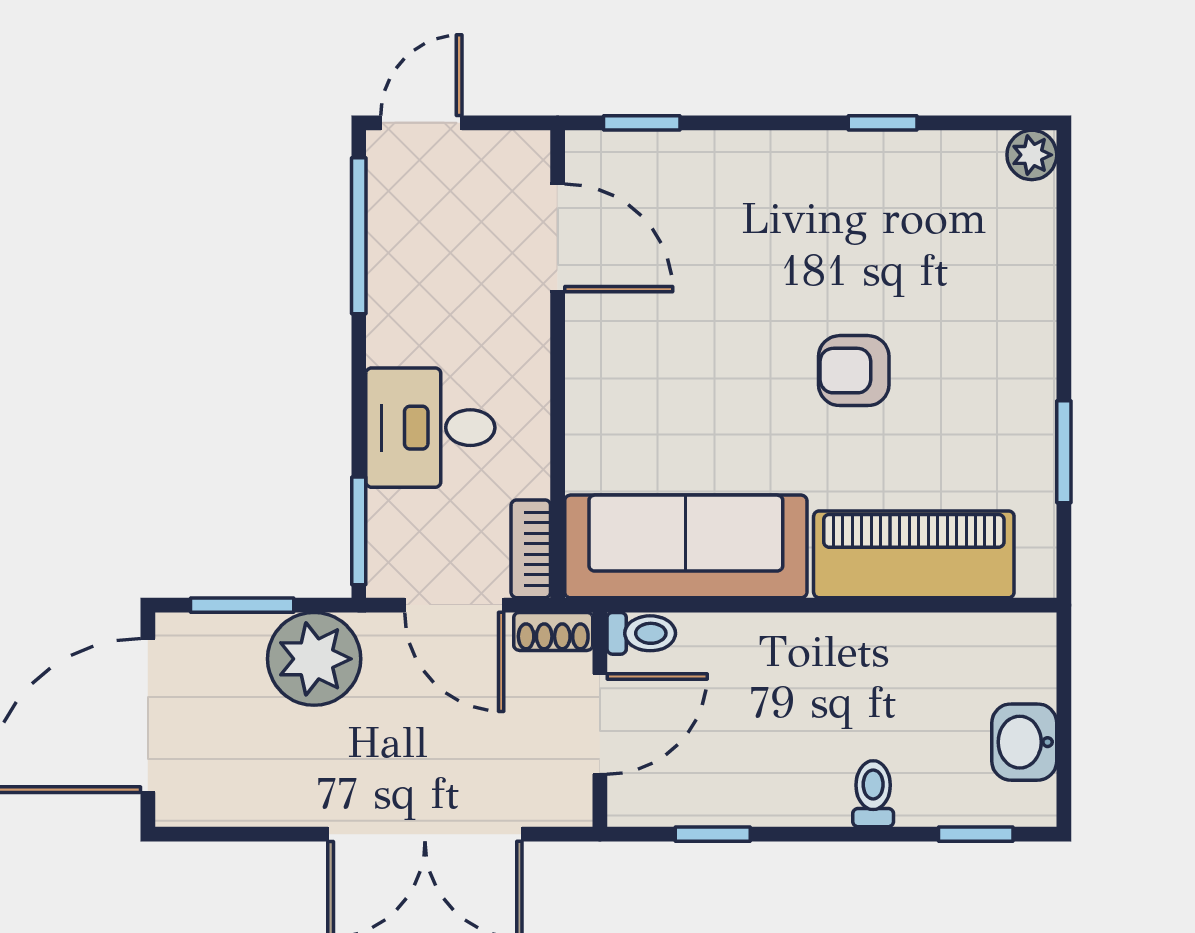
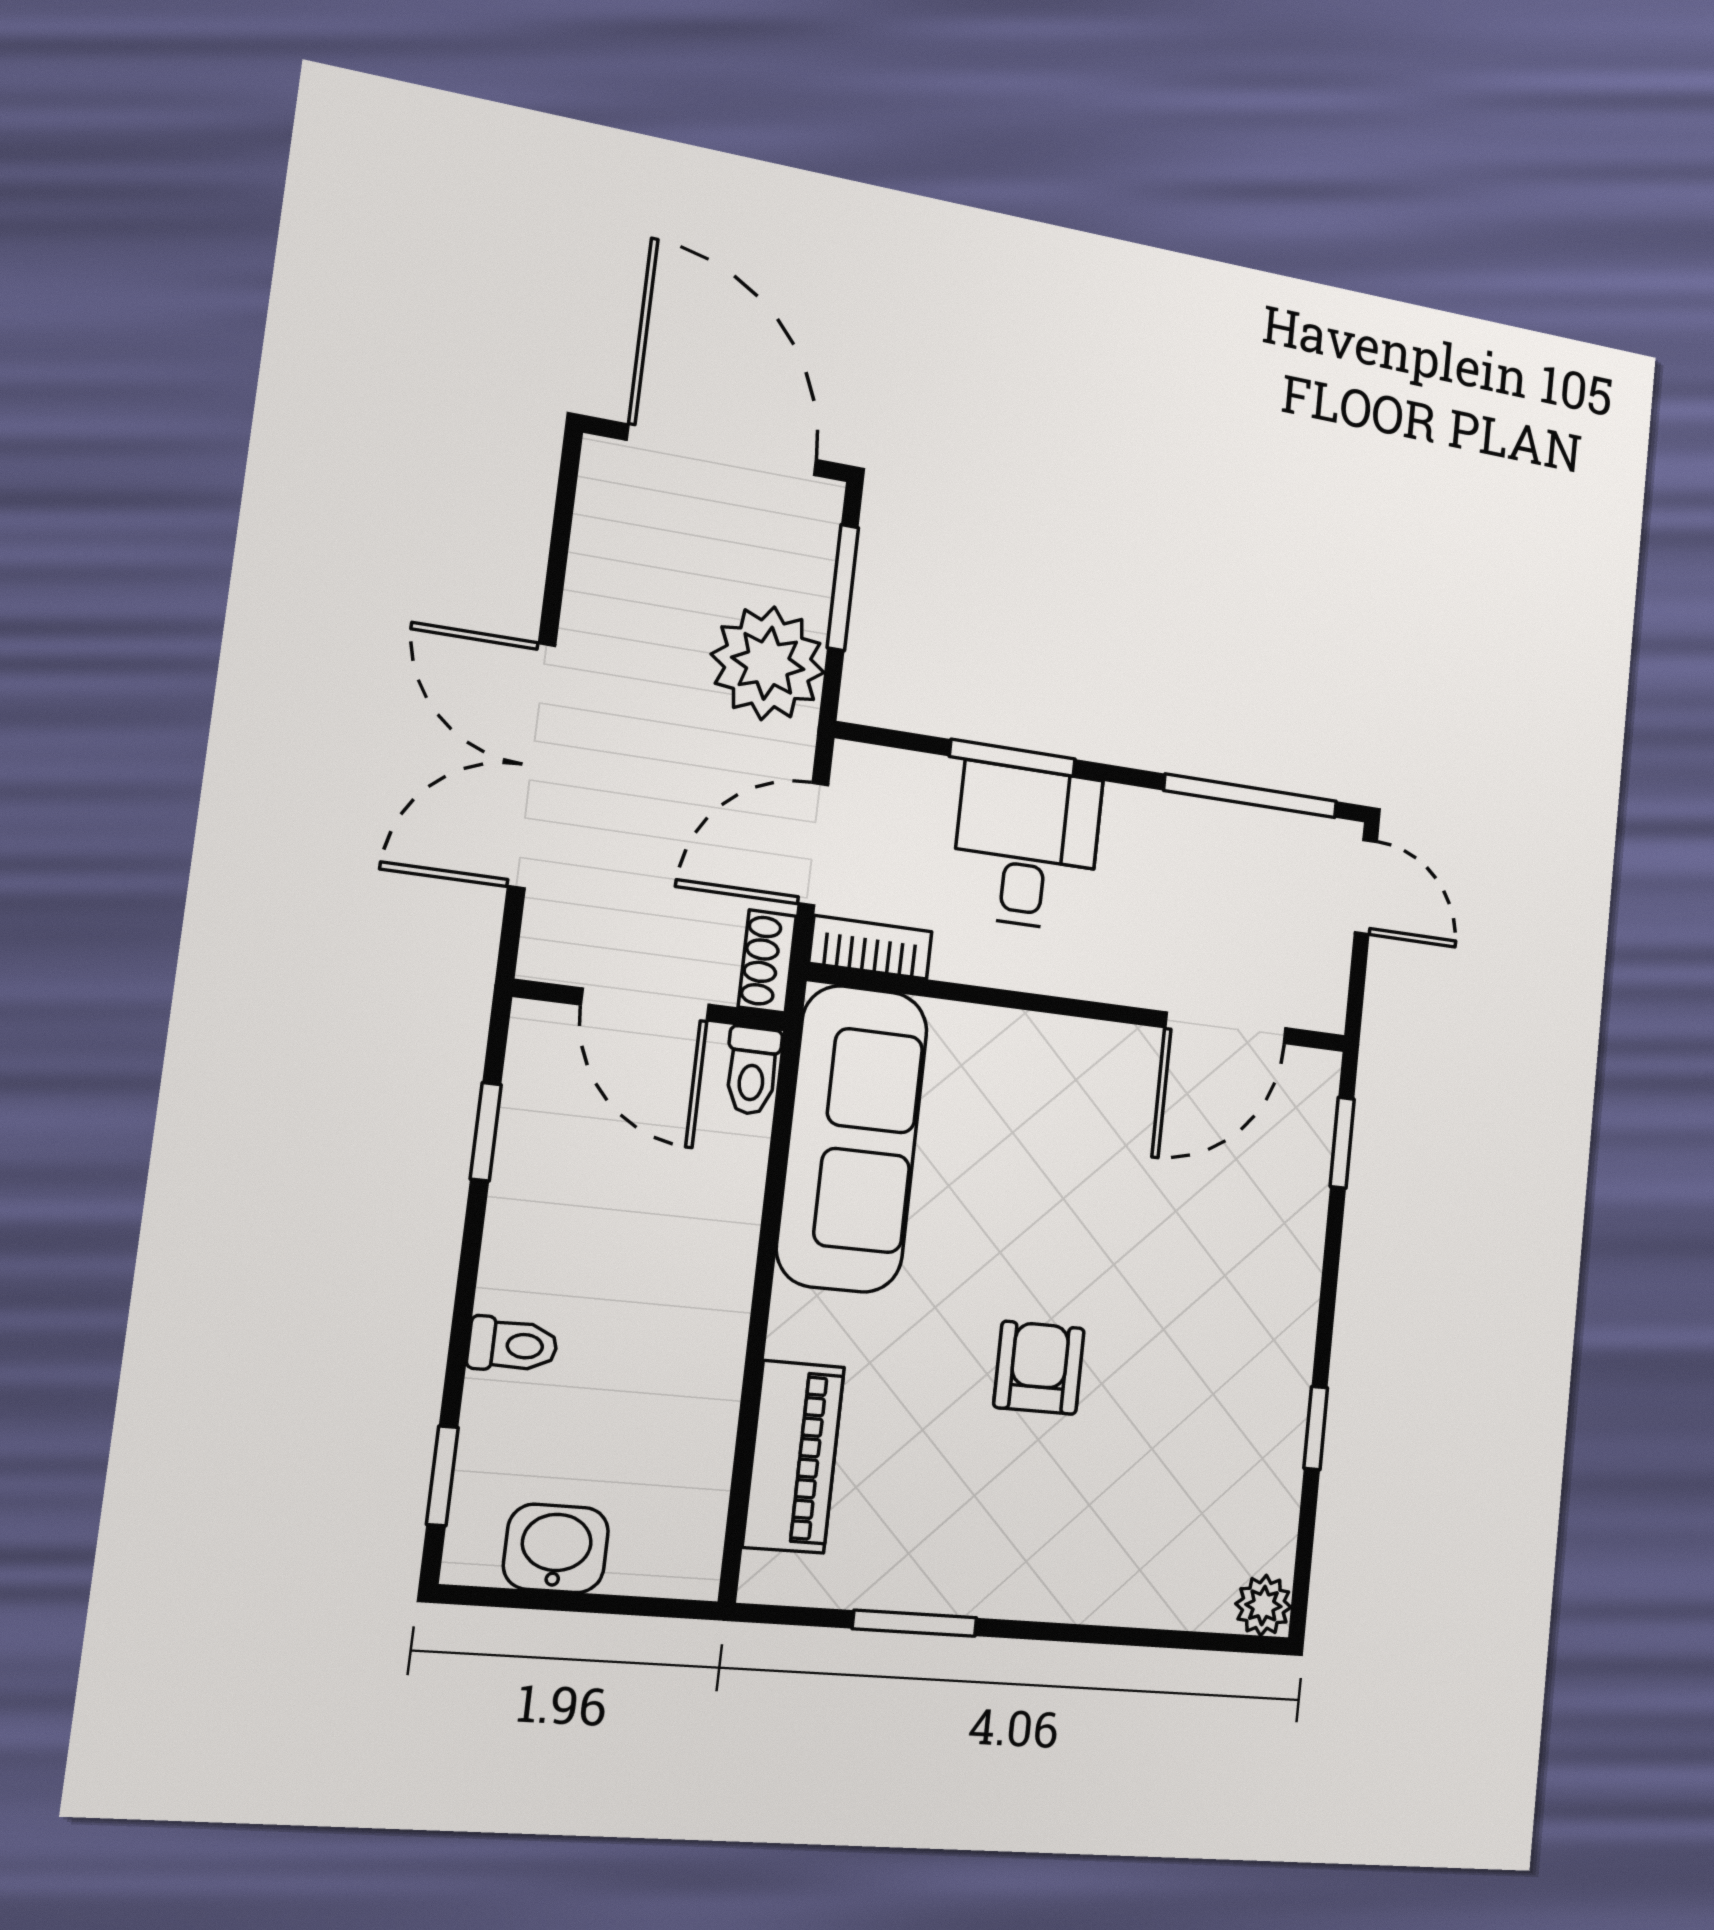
window: (359, 531) -> (1013, 758), moved
piano: (914, 554) -> (793, 1457), width x0.73, depth x0.75

